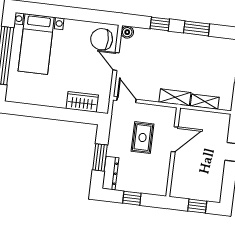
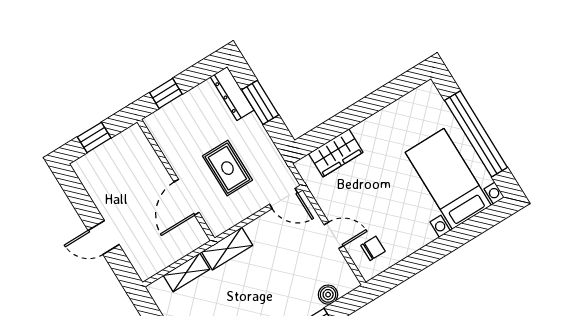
boiler: (127, 32) -> (328, 295), moved
chair: (102, 39) -> (373, 248), width x0.54, depth x0.54
window: (132, 198) -> (166, 93), moved

